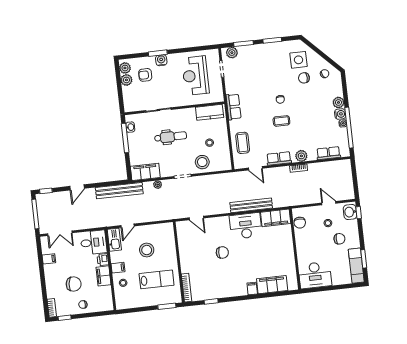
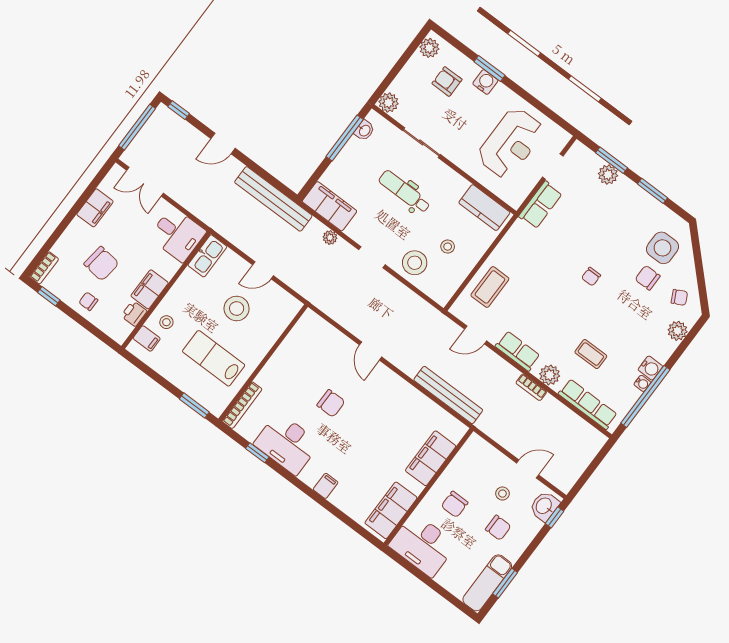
plant: (232, 53) -> (608, 175), moved
reception desk: (195, 76) -> (511, 143), turned 180
plant: (126, 80) -> (389, 103), moved
plant: (338, 102) -> (678, 331), moved
row of seats: (234, 107) -> (540, 205), moved
coffee table: (281, 121) -> (591, 354), moved
dental chair: (171, 137) -> (405, 192), turned 180
row of seats: (328, 153) -> (588, 404), width x1.48
door: (255, 168) -> (476, 335), hinge flipped
door: (329, 203) -> (528, 469), hinge flipped
bench: (251, 205) -> (448, 395), moved
door: (196, 218) -> (371, 351), moved
filing cabinet: (276, 218) -> (431, 458), moved, turned 90
chair: (300, 223) -> (455, 504), moved
door: (127, 226) -> (263, 270), moved
desk: (246, 226) -> (287, 444), moved, turned 180
filing cabinet: (49, 259) -> (95, 208), width x2.00
printer: (103, 260) -> (134, 314), moved
filing cabinet: (118, 268) -> (147, 338), moved
lab bench: (157, 279) -> (214, 358), turned 180
filing cabinet: (272, 285) -> (391, 510), moved, turned -90

